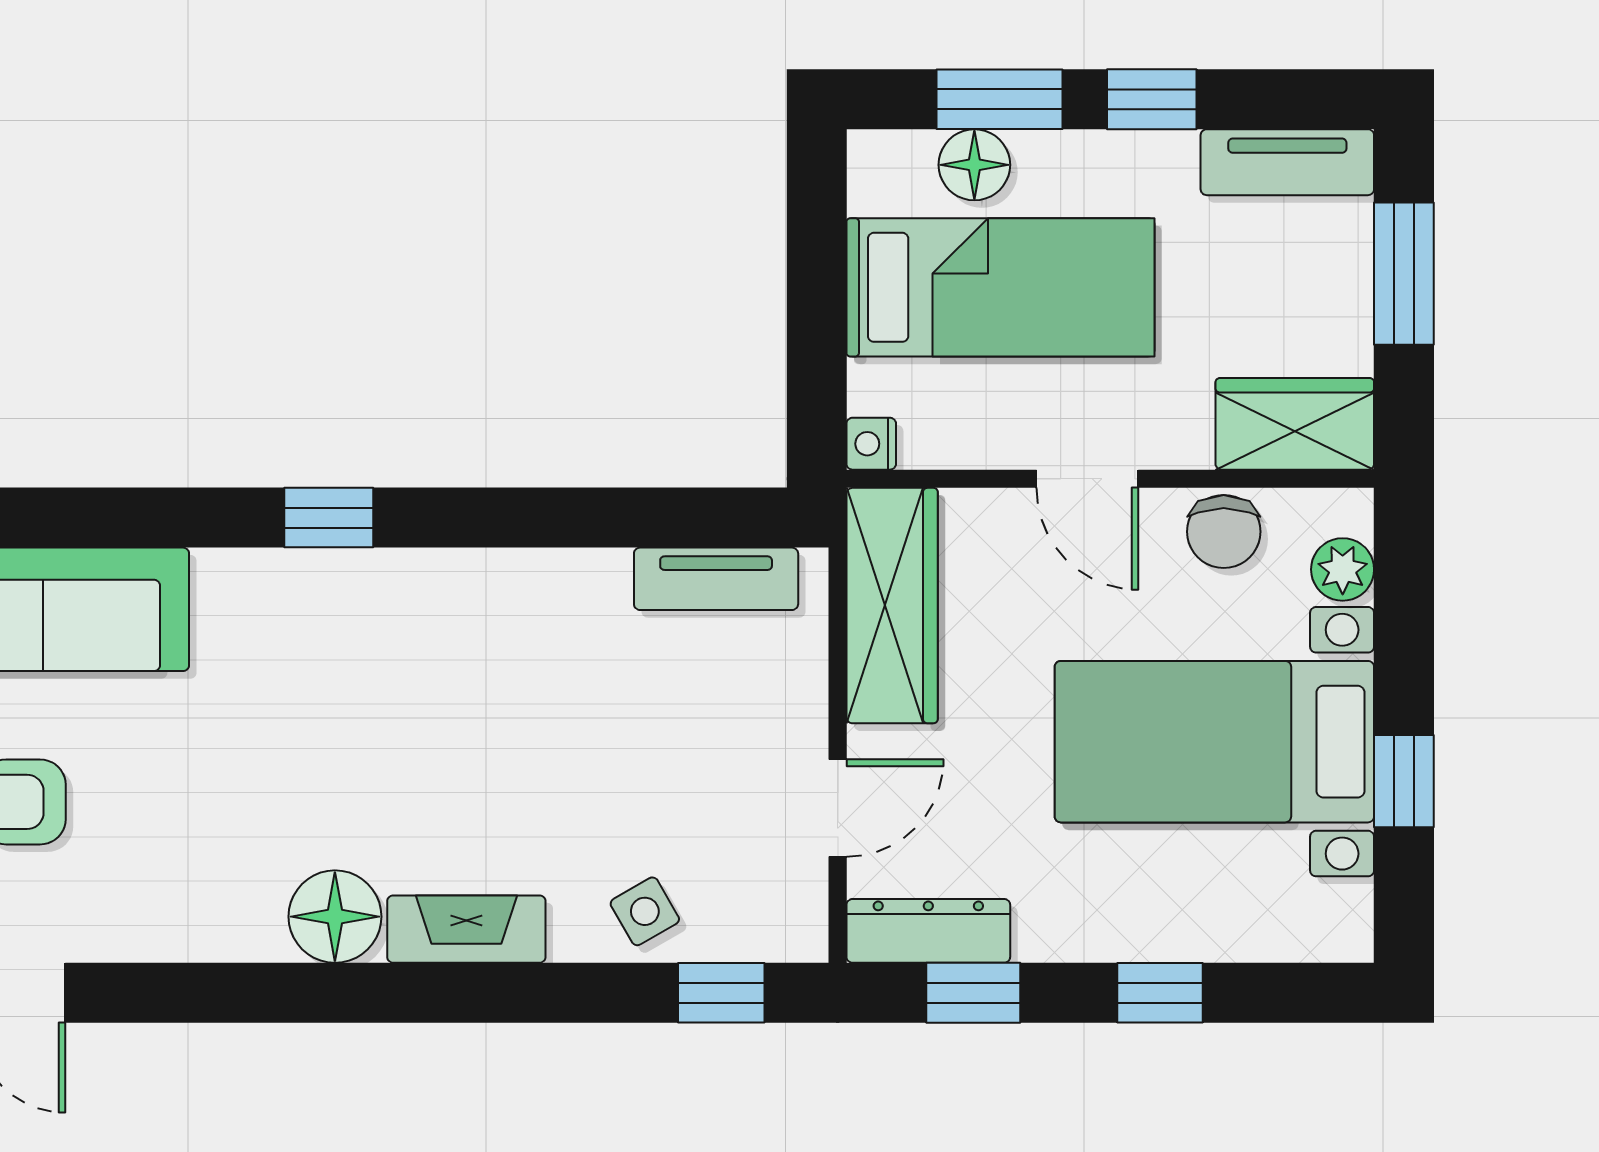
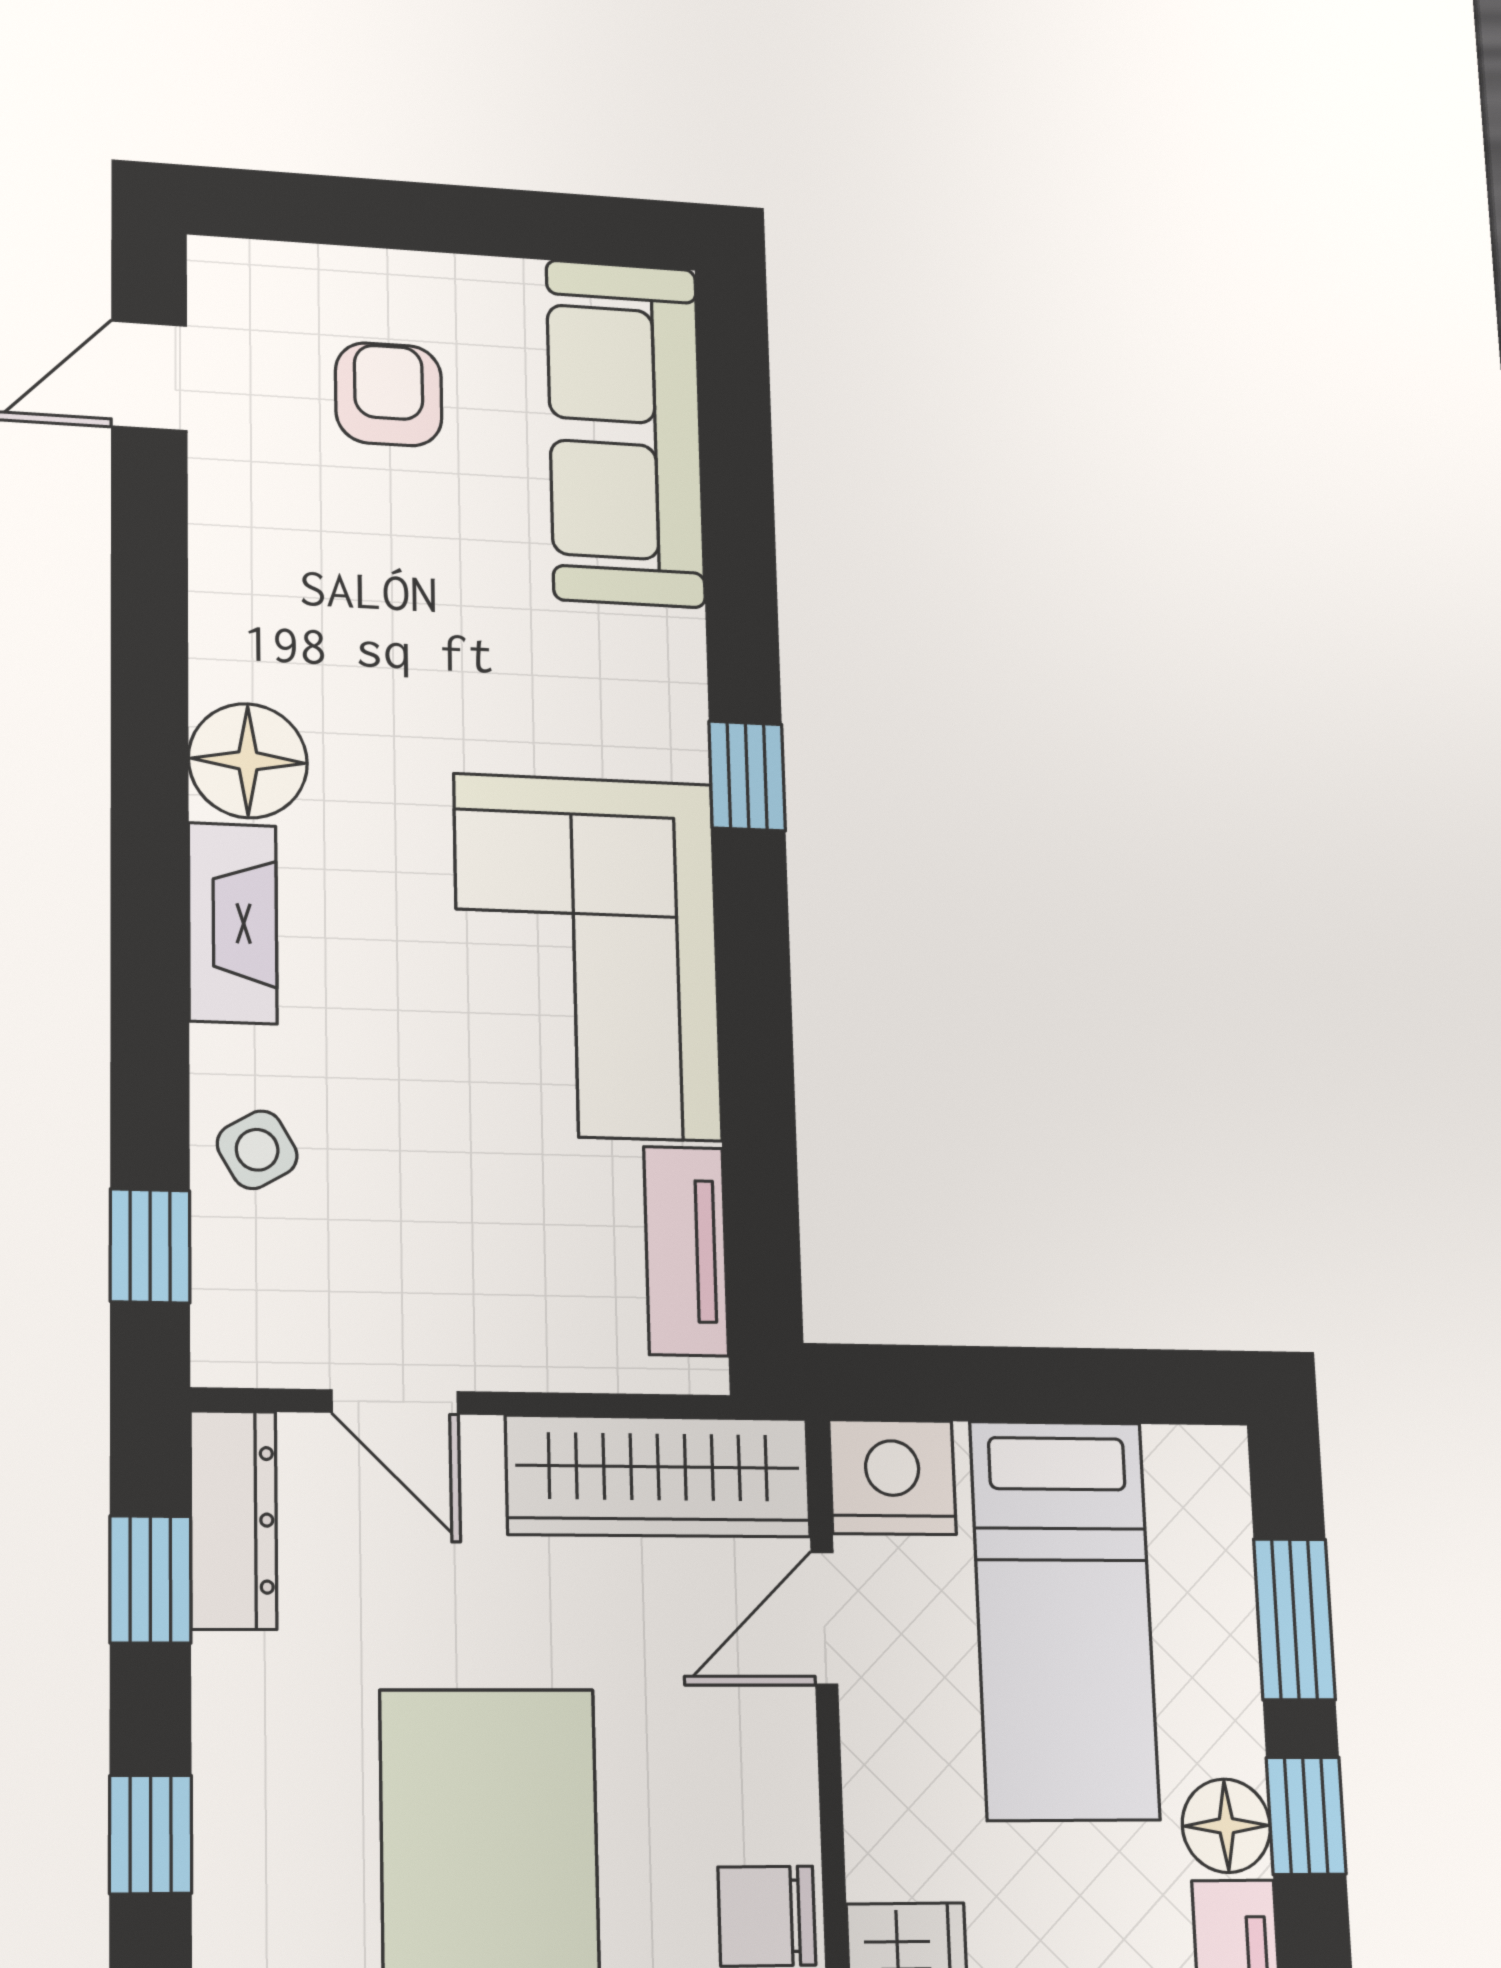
floor lamp: (974, 165) -> (1226, 1826), moved
nightstand: (871, 444) -> (892, 1477), width x1.89, depth x1.79
door: (1087, 479) -> (824, 1618), moved
corner sofa: (483, 651) -> (587, 957), added

